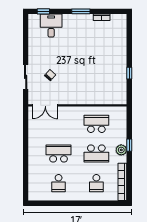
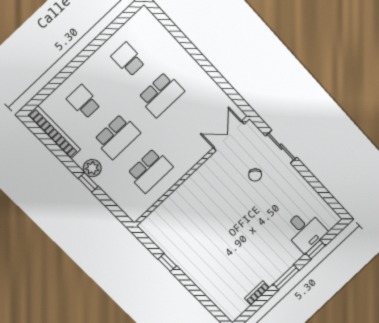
window: (43, 11) -> (316, 249), moved
school desk: (96, 154) -> (117, 136), turned 180

